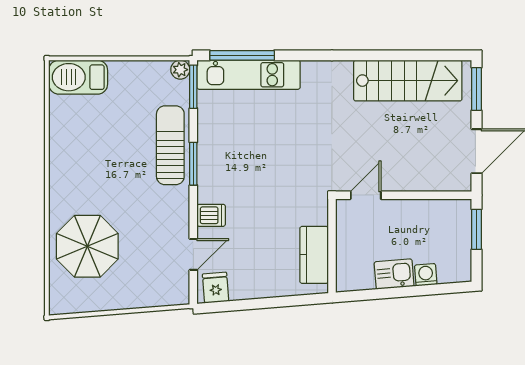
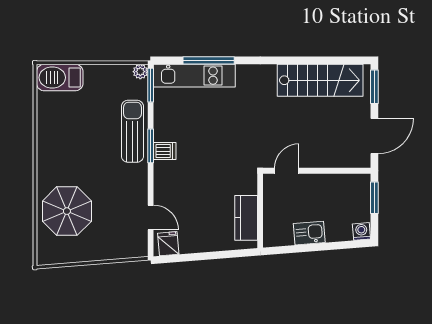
window: (242, 55) -> (209, 60), moved
dishwasher: (211, 215) -> (165, 151), moved
door: (193, 254) -> (151, 217), hinge flipped
washing machine: (426, 275) -> (361, 231), moved

